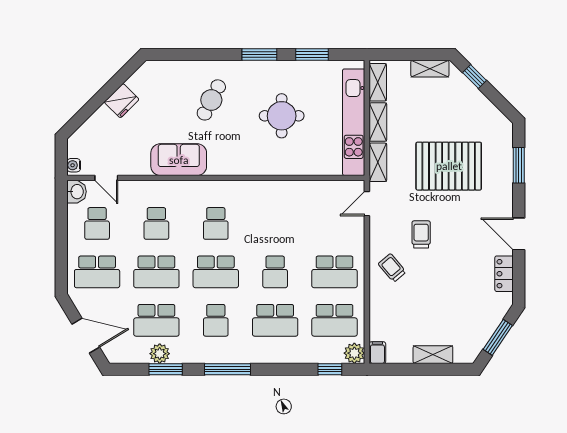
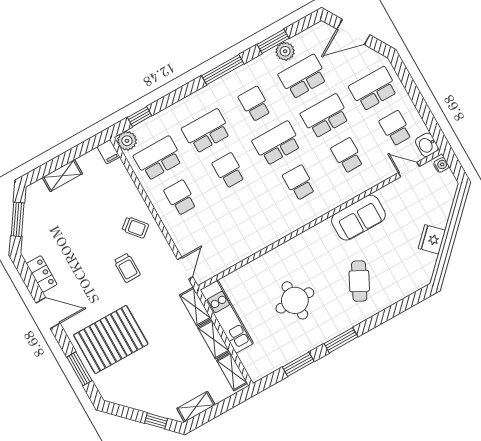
kitchen unit: (354, 122) -> (227, 317), width x0.73
pallet: (449, 166) -> (111, 339), moved
school desk: (334, 272) -> (180, 198), width x0.54

